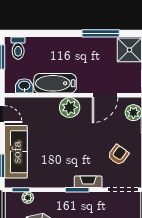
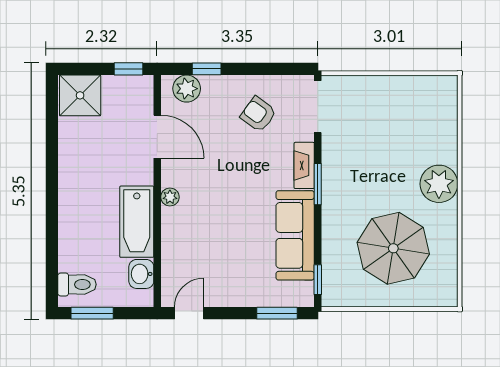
window: (101, 33) -> (52, 144), removed
plant: (70, 107) -> (170, 197), width x0.53, depth x0.53
sofa: (16, 152) -> (295, 235), moved, turned -90
plant: (28, 198) -> (331, 268), removed

